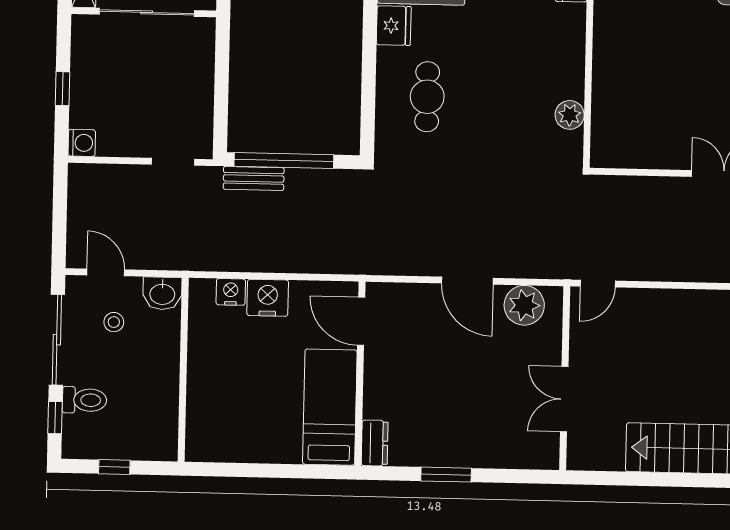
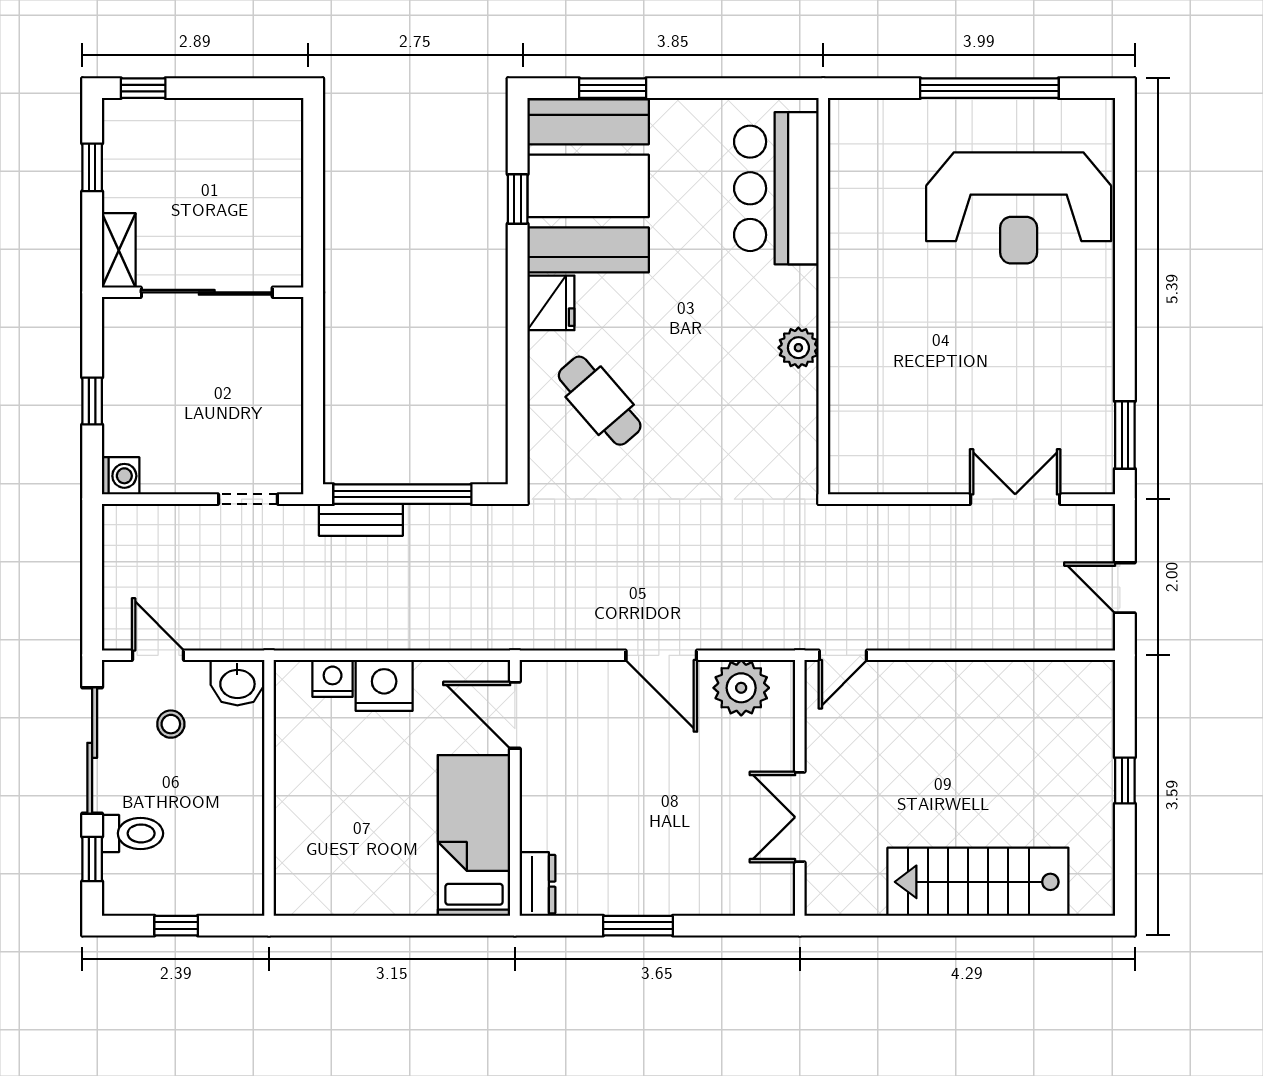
cafe table: (427, 97) -> (600, 401), turned -41
plant: (570, 115) -> (798, 348), moved

